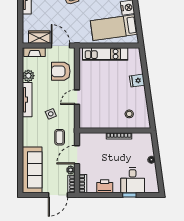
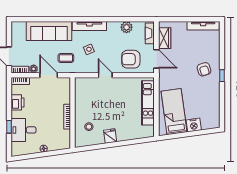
door: (60, 45) -> (156, 59), hinge flipped
armchair: (61, 71) -> (131, 59), turned -90
fridge: (137, 81) -> (110, 136), moved
tv unit: (27, 100) -> (89, 26), moved
sofa: (32, 170) -> (49, 31), moved

